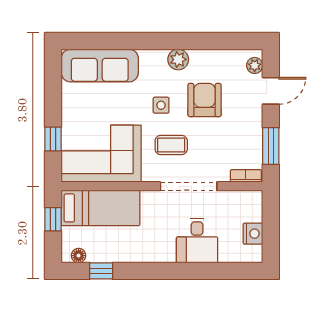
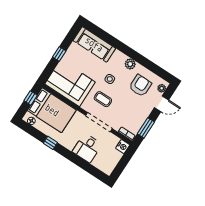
armchair: (205, 100) -> (140, 86), moved
window: (53, 139) -> (59, 54), moved
bed: (100, 208) -> (52, 110), width x1.50
nightstand: (253, 234) -> (123, 147), moved
window: (101, 271) -> (50, 143), moved

